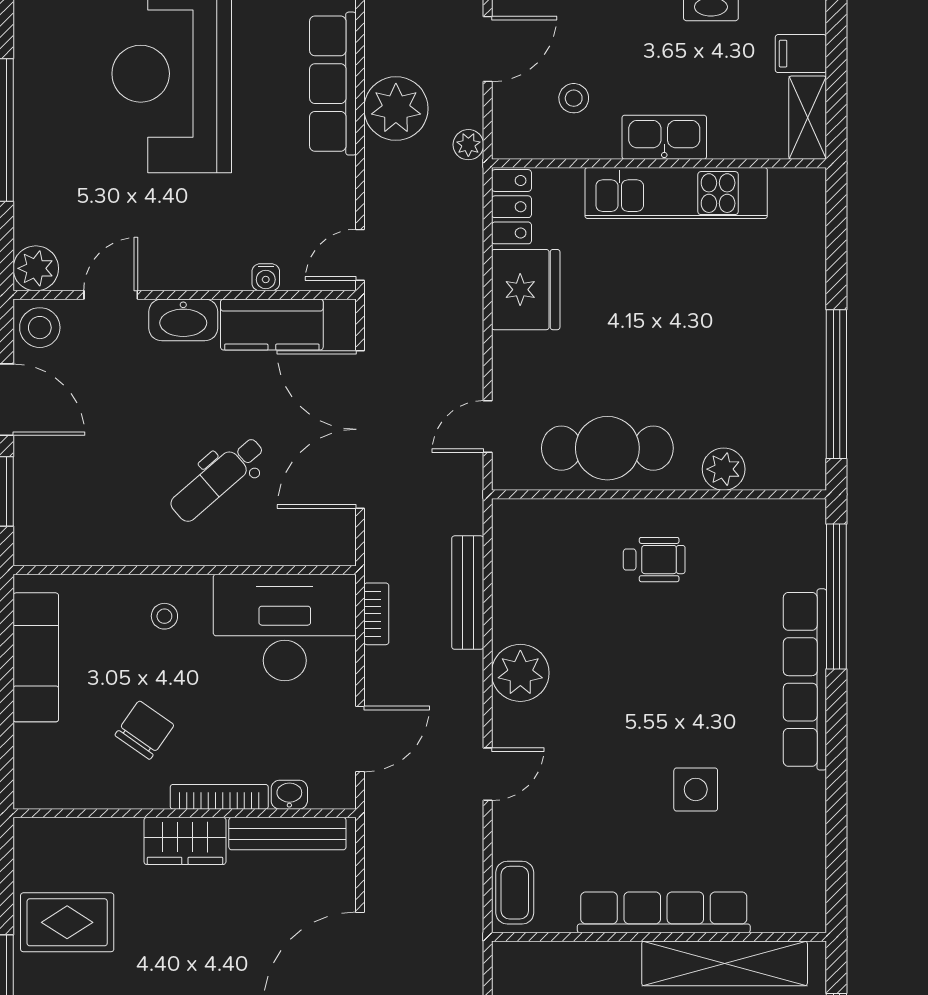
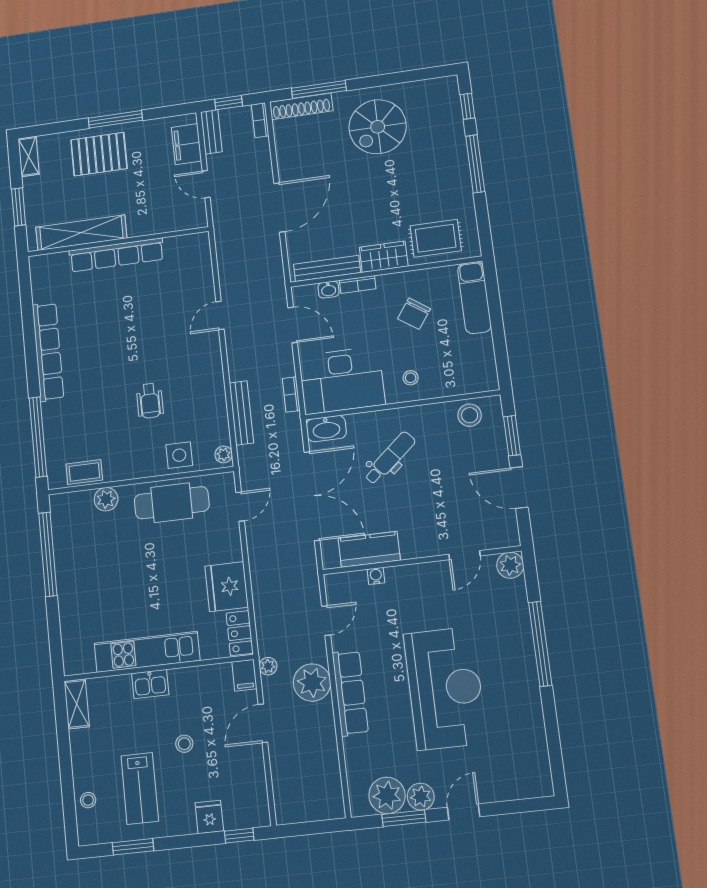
filing cabinet: (801, 54) -> (244, 675), moved, turned 90
stool: (574, 98) -> (184, 744), moved
kitchen sink: (664, 137) -> (150, 684), width x0.73
door: (360, 255) -> (326, 621), moved
washbasin: (183, 320) -> (326, 429), moved, turned 180
stool: (40, 328) -> (470, 415), moved
wheelchair: (654, 560) -> (150, 401), moved, turned -90
exam couch: (36, 657) -> (474, 298), moved
plant: (520, 673) -> (224, 454), moved, width x0.53, depth x0.53
row of seats: (805, 679) -> (48, 352), moved
door: (360, 739) -> (293, 325), swing flipped
side table: (696, 789) -> (179, 455), moved
bookcase: (219, 797) -> (358, 284), width x0.64
coffee table: (515, 893) -> (84, 472), moved, turned 90
rug: (67, 922) -> (436, 238), moved

